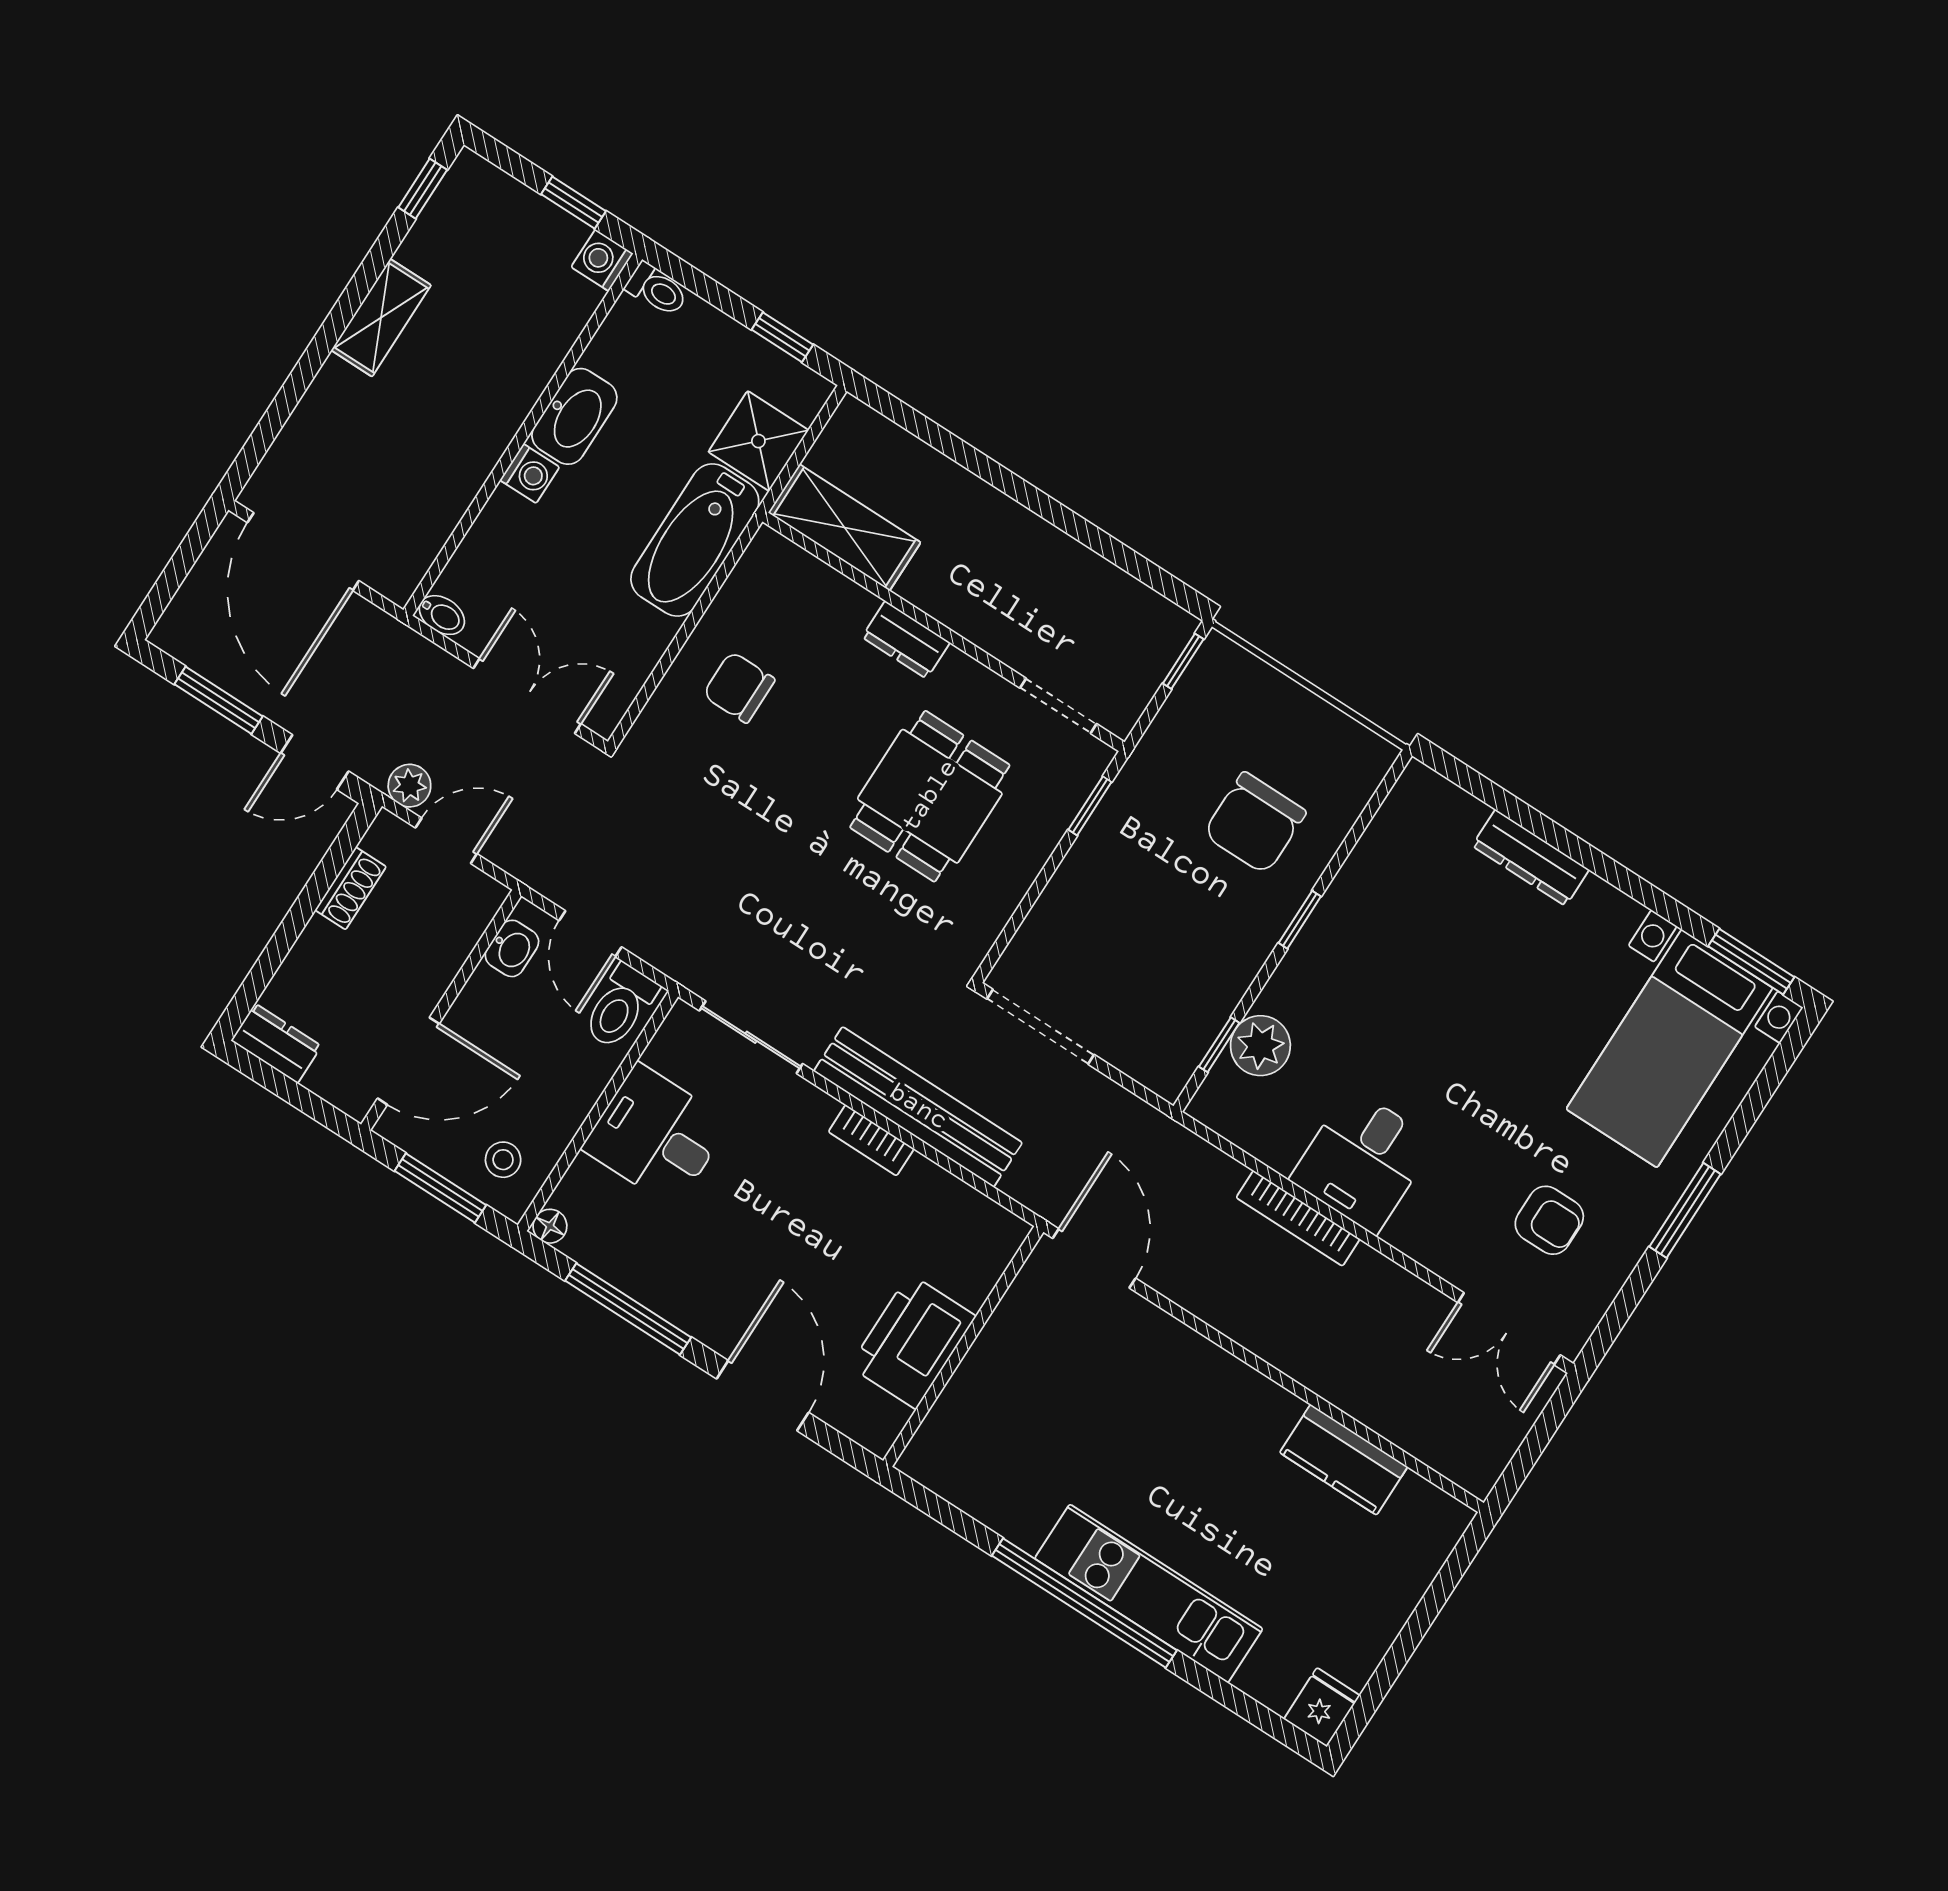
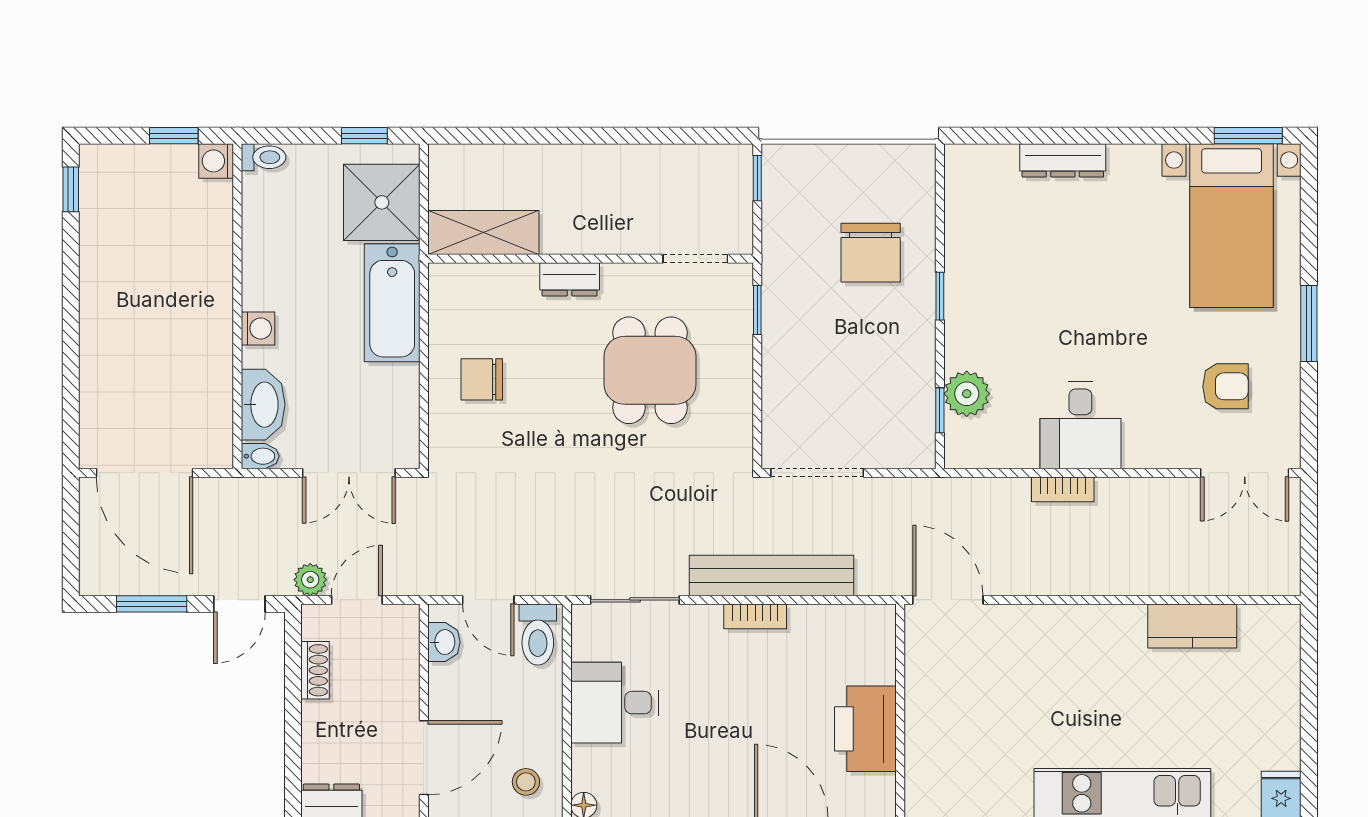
shelving: (381, 318) -> (98, 290), removed
washbasin: (574, 416) -> (263, 405), moved
shower: (758, 441) -> (382, 202), width x1.36, depth x1.36
double door: (527, 696) -> (349, 473), swing flipped
bookcase: (1298, 1218) -> (1063, 489), width x0.64

